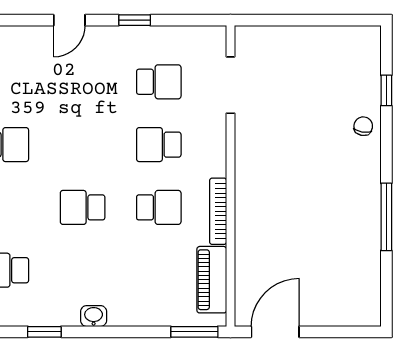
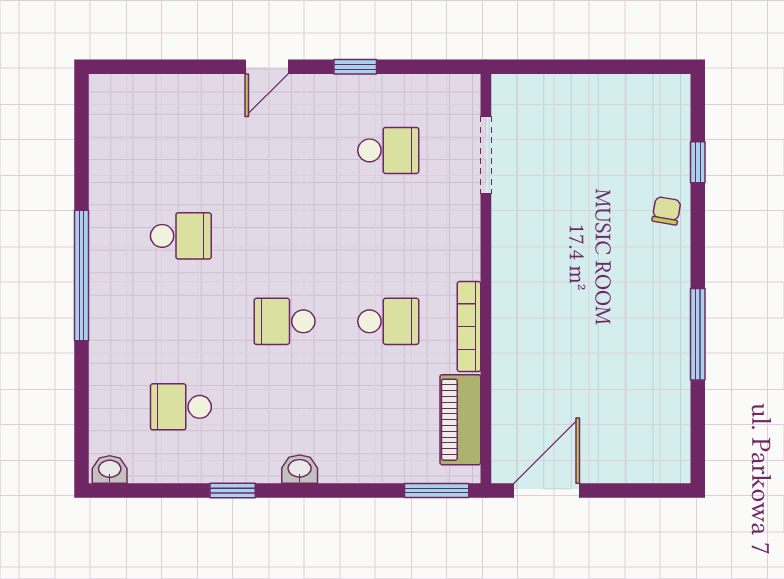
school desk: (159, 145) -> (388, 236), removed

